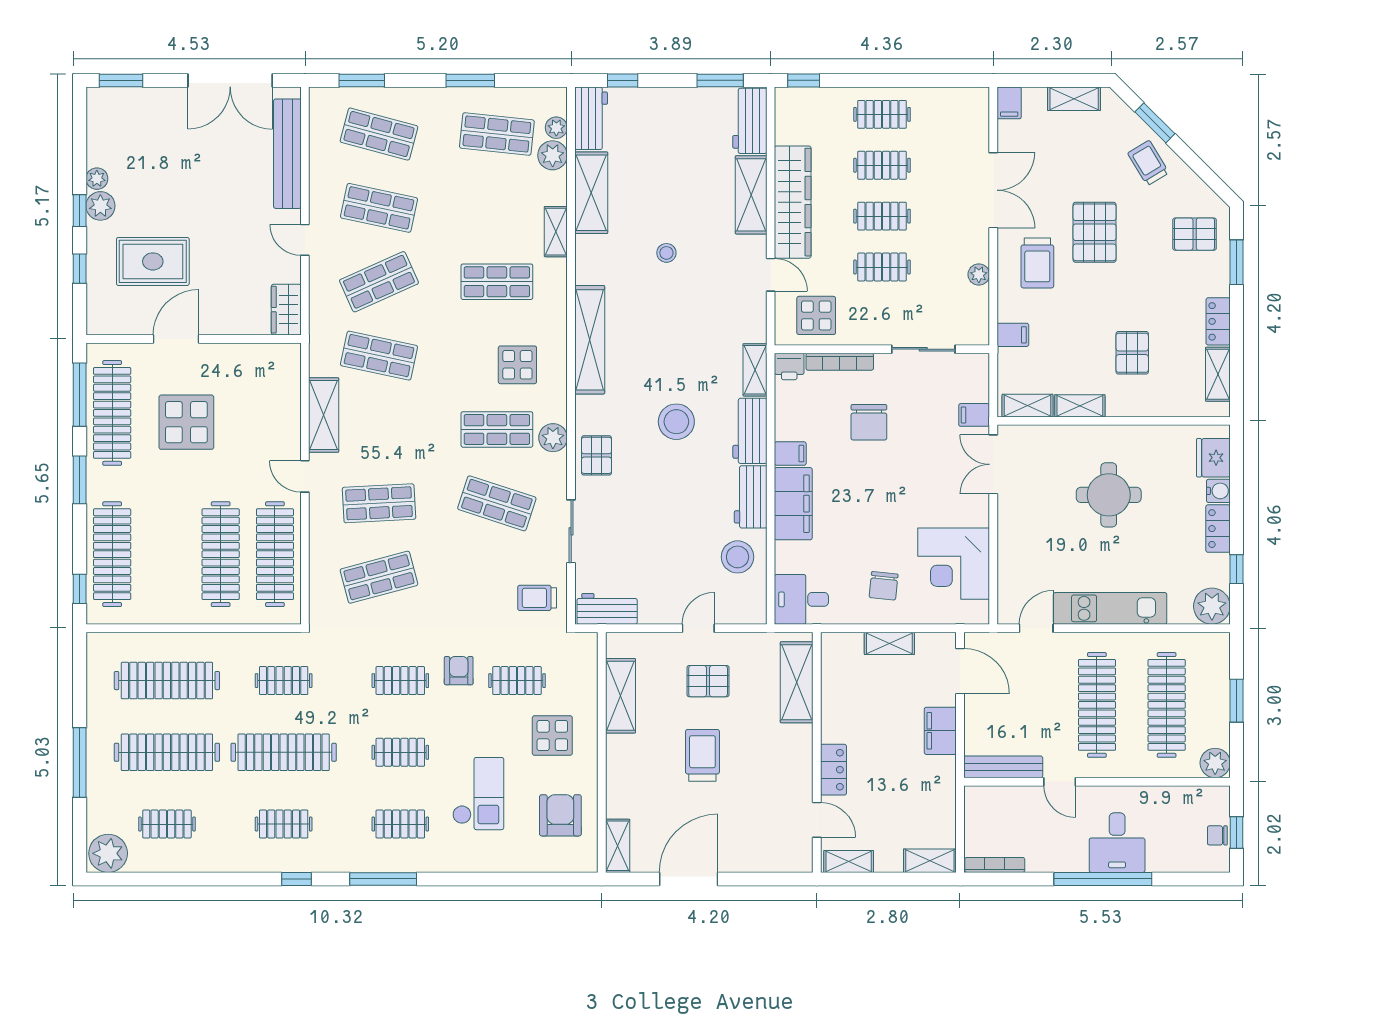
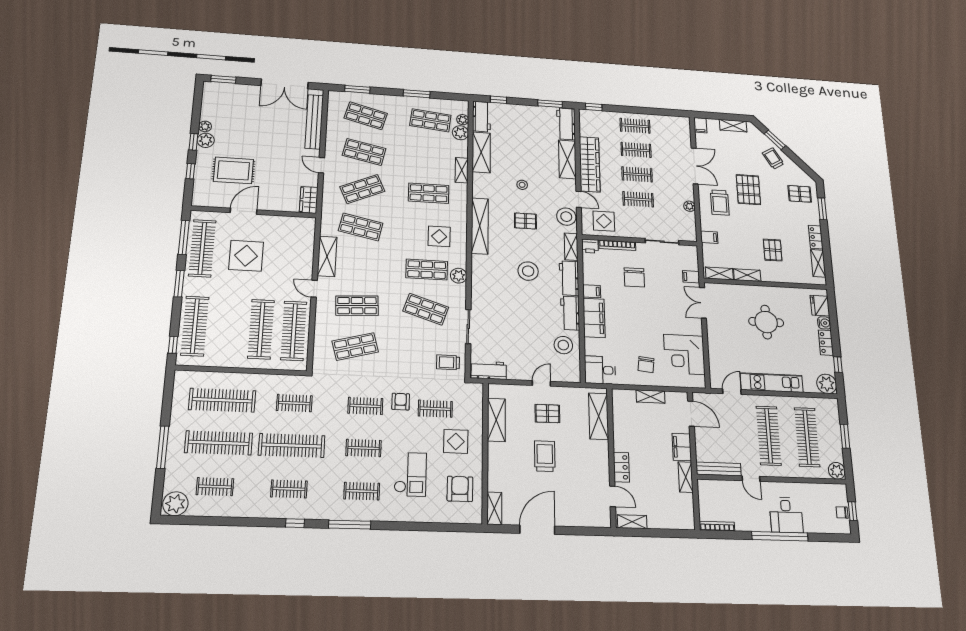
stool: (747, 311) -> (566, 217), added
pallet: (596, 455) -> (525, 221), moved, turned 90
shelving: (930, 861) -> (686, 477), moved, turned 90

